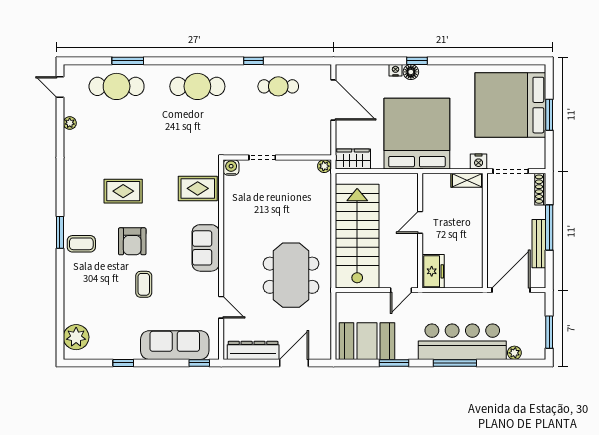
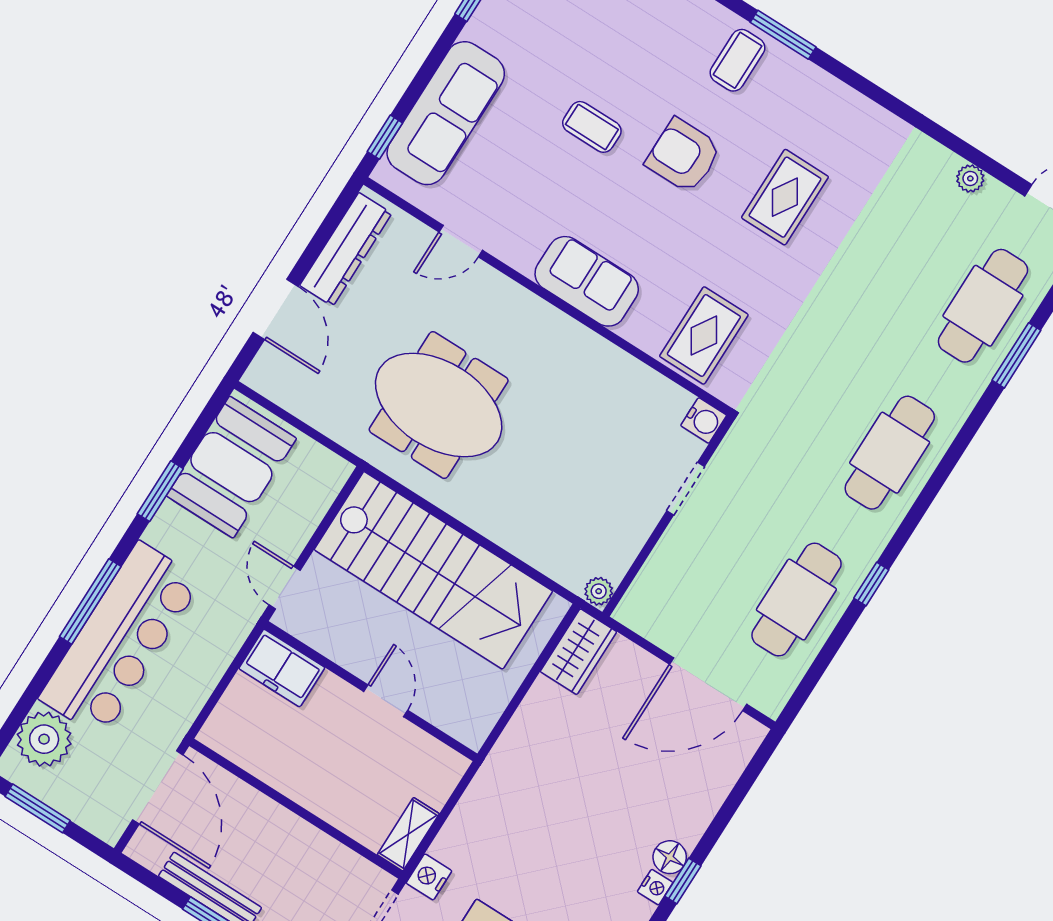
nightstand: (396, 70) -> (655, 887), moved
cafe table: (278, 86) -> (796, 600), width x1.37, depth x1.35
bed: (417, 134) -> (551, 797), removed
plant: (514, 353) -> (44, 739), width x1.87, depth x1.87

